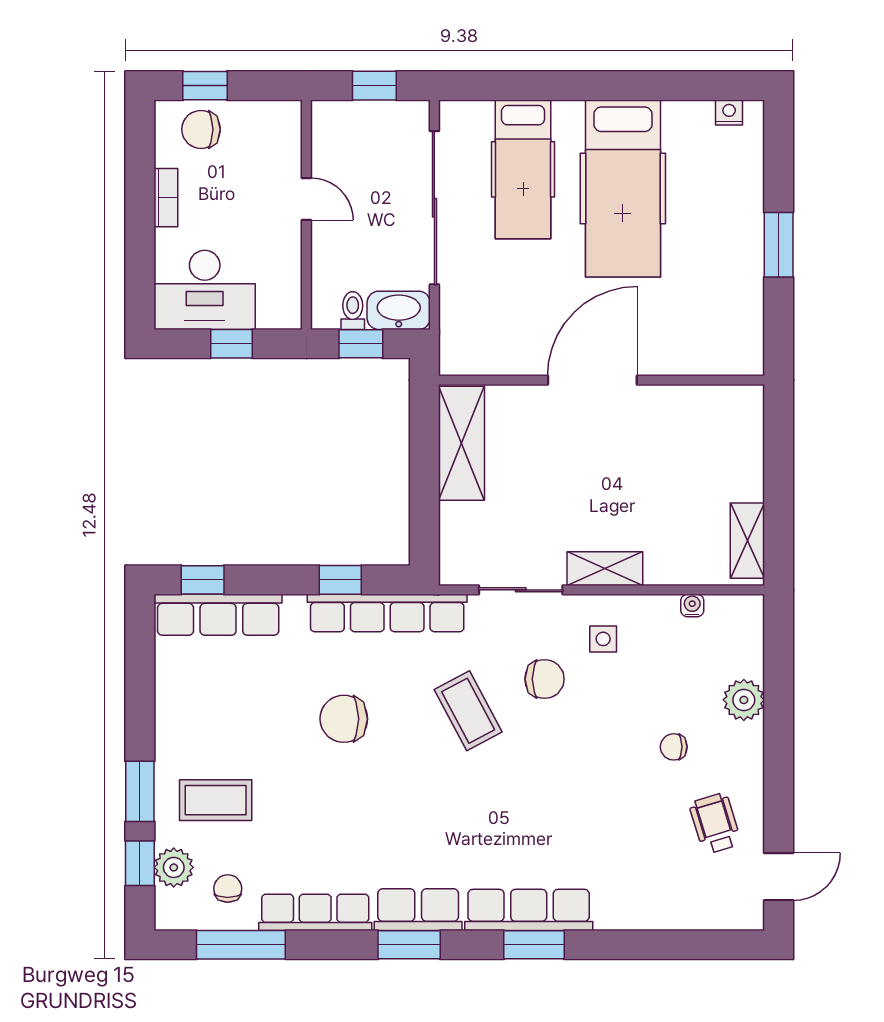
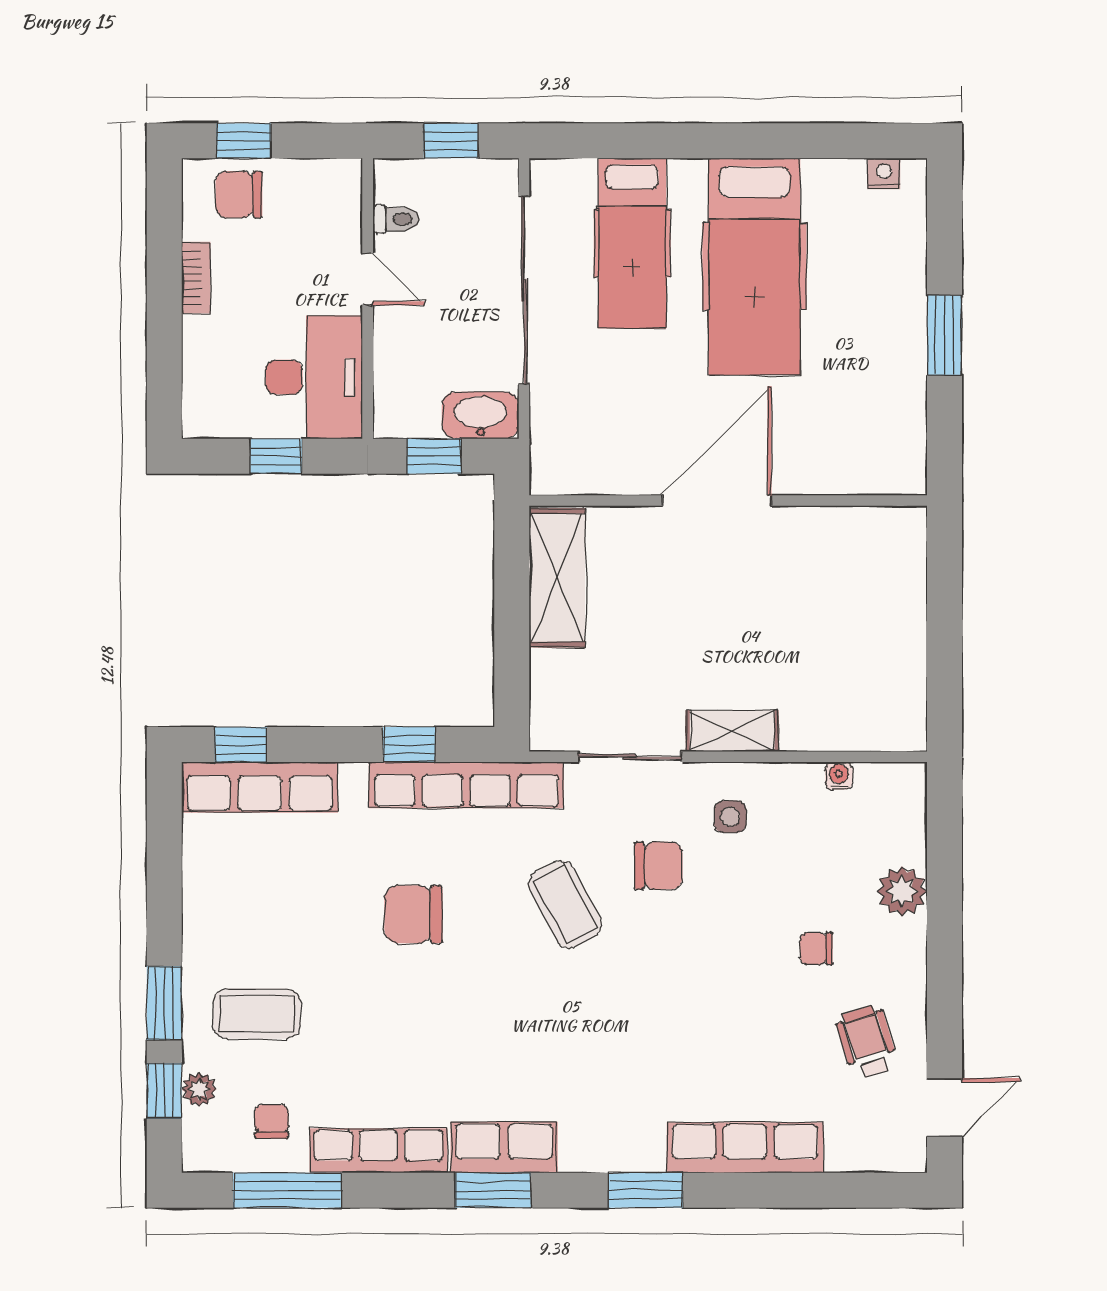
desk: (205, 290) -> (314, 377), moved, turned -90
toilet: (353, 311) -> (396, 219), moved, turned 90
shelving: (747, 541) -> (906, 697), removed
plant: (174, 867) -> (199, 1089), width x0.73, depth x0.73
row of seats: (529, 910) -> (745, 1148), moved

